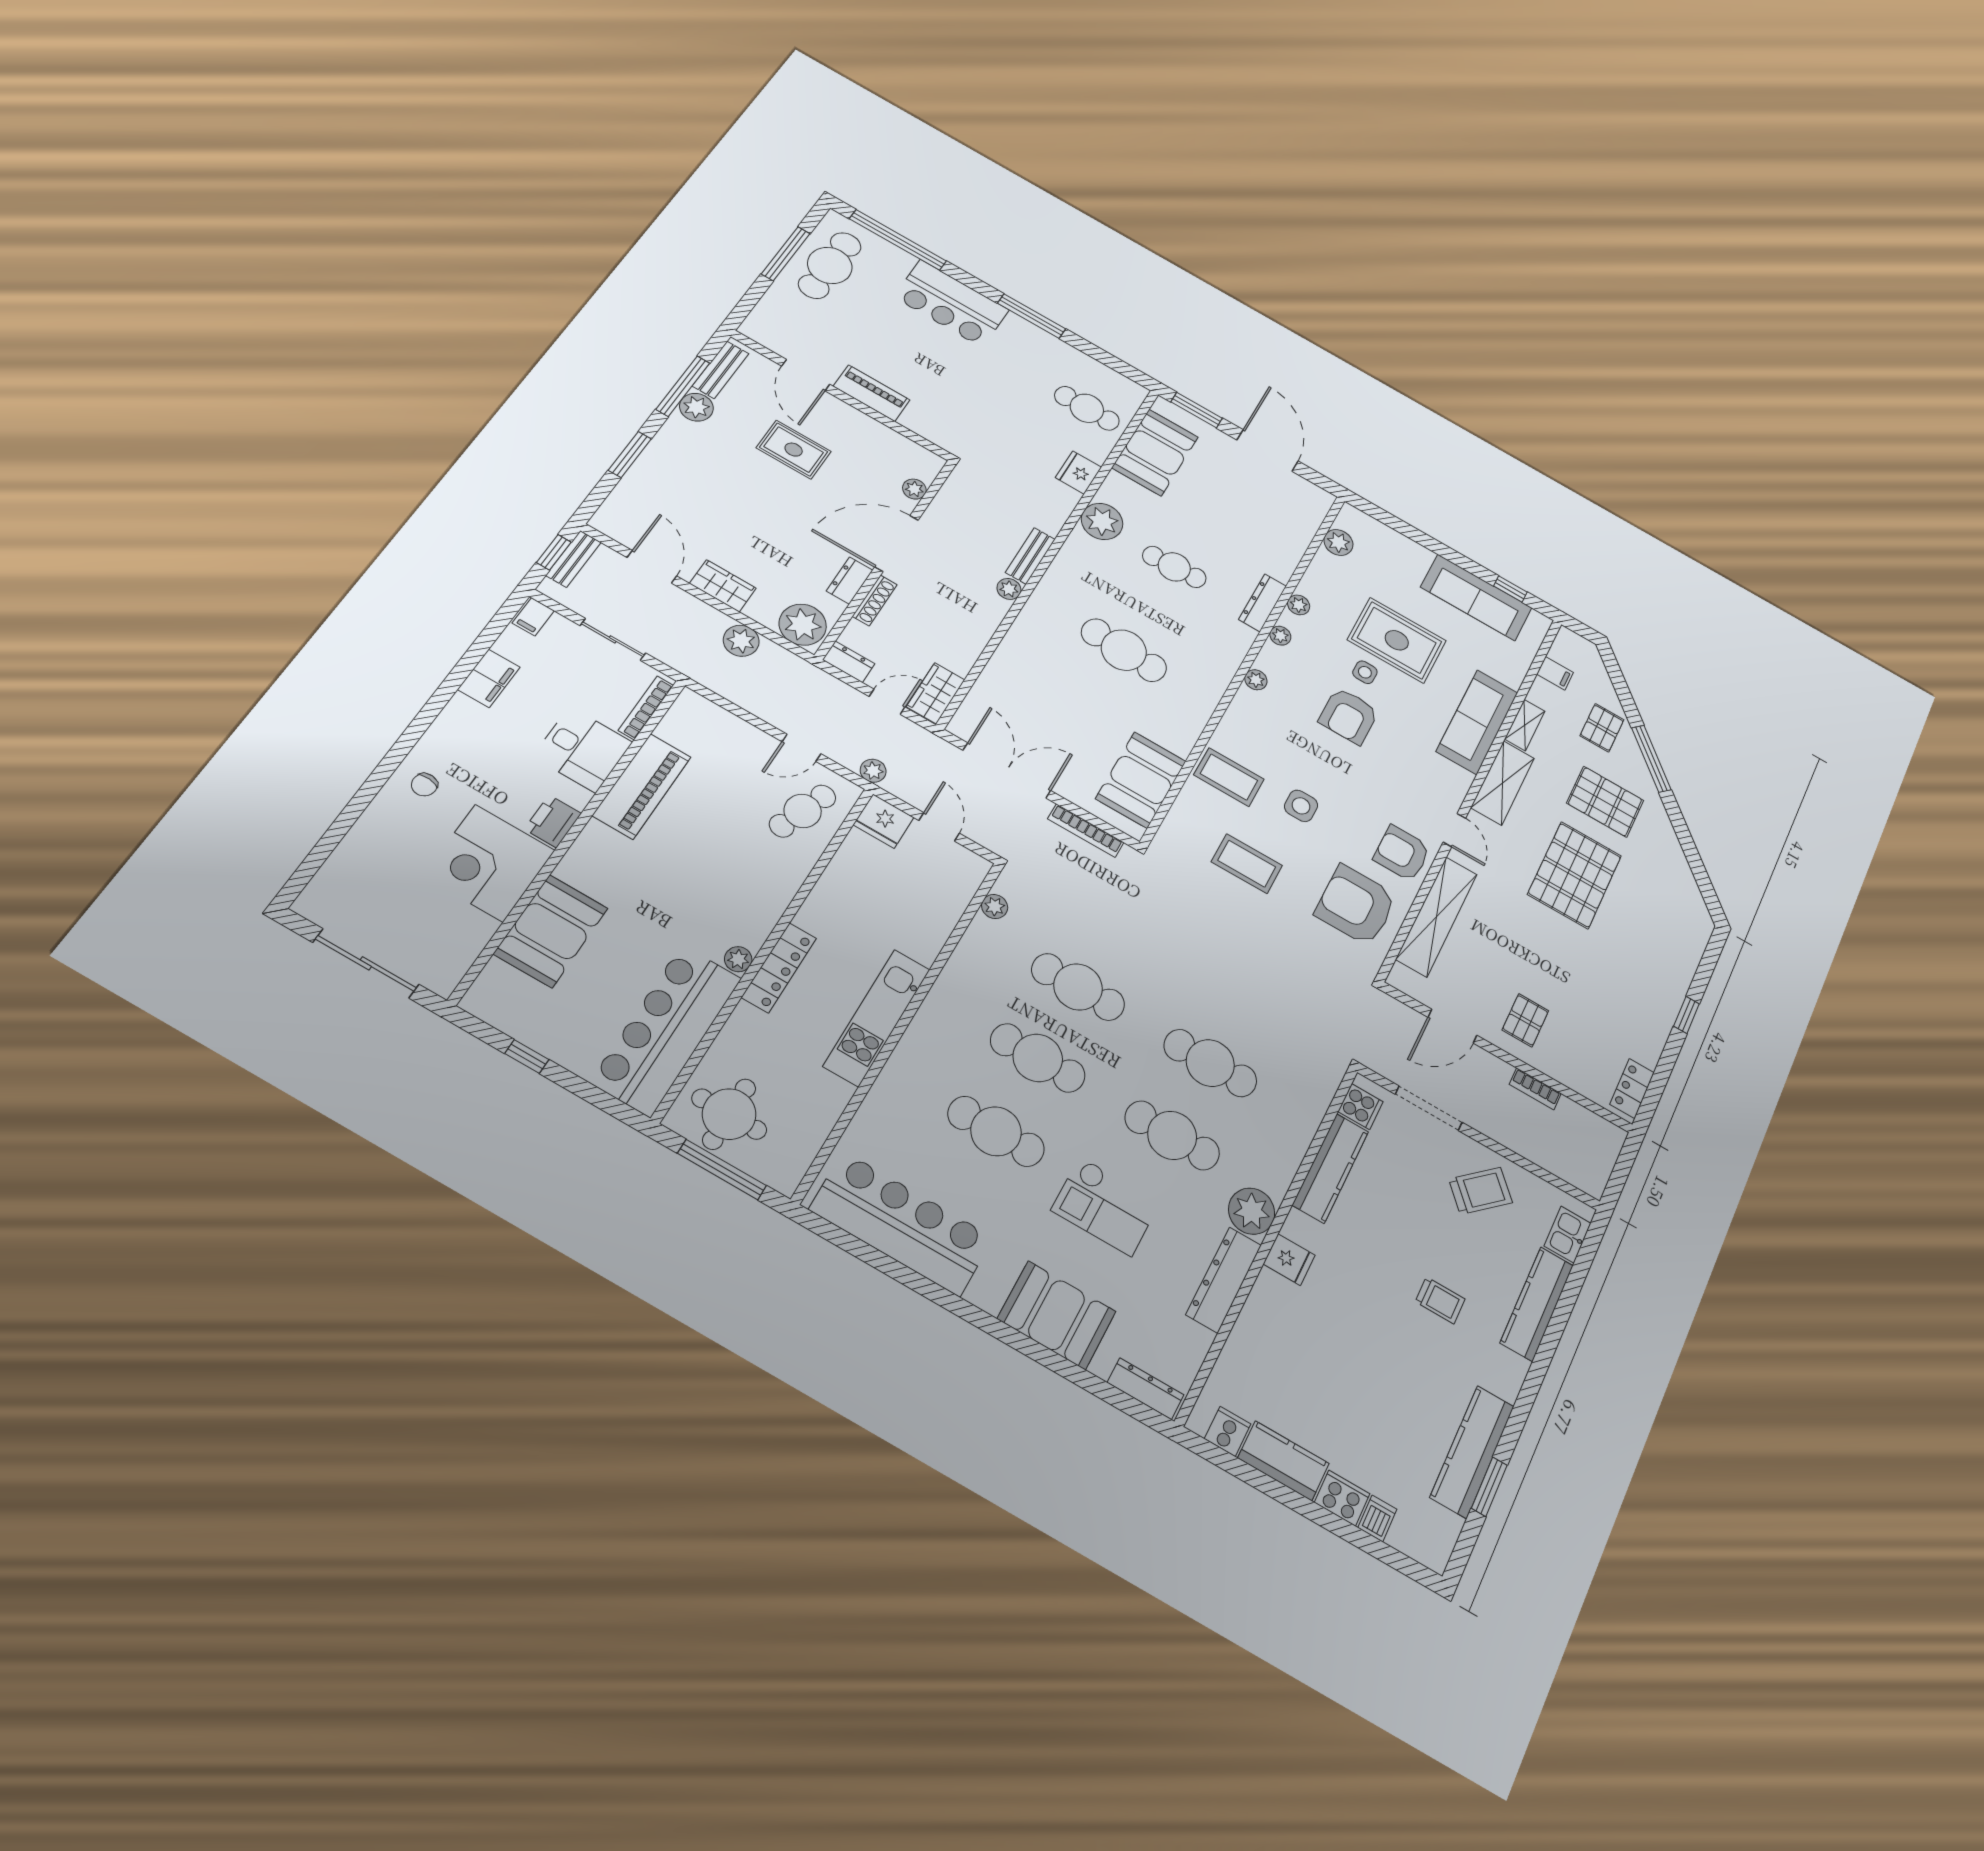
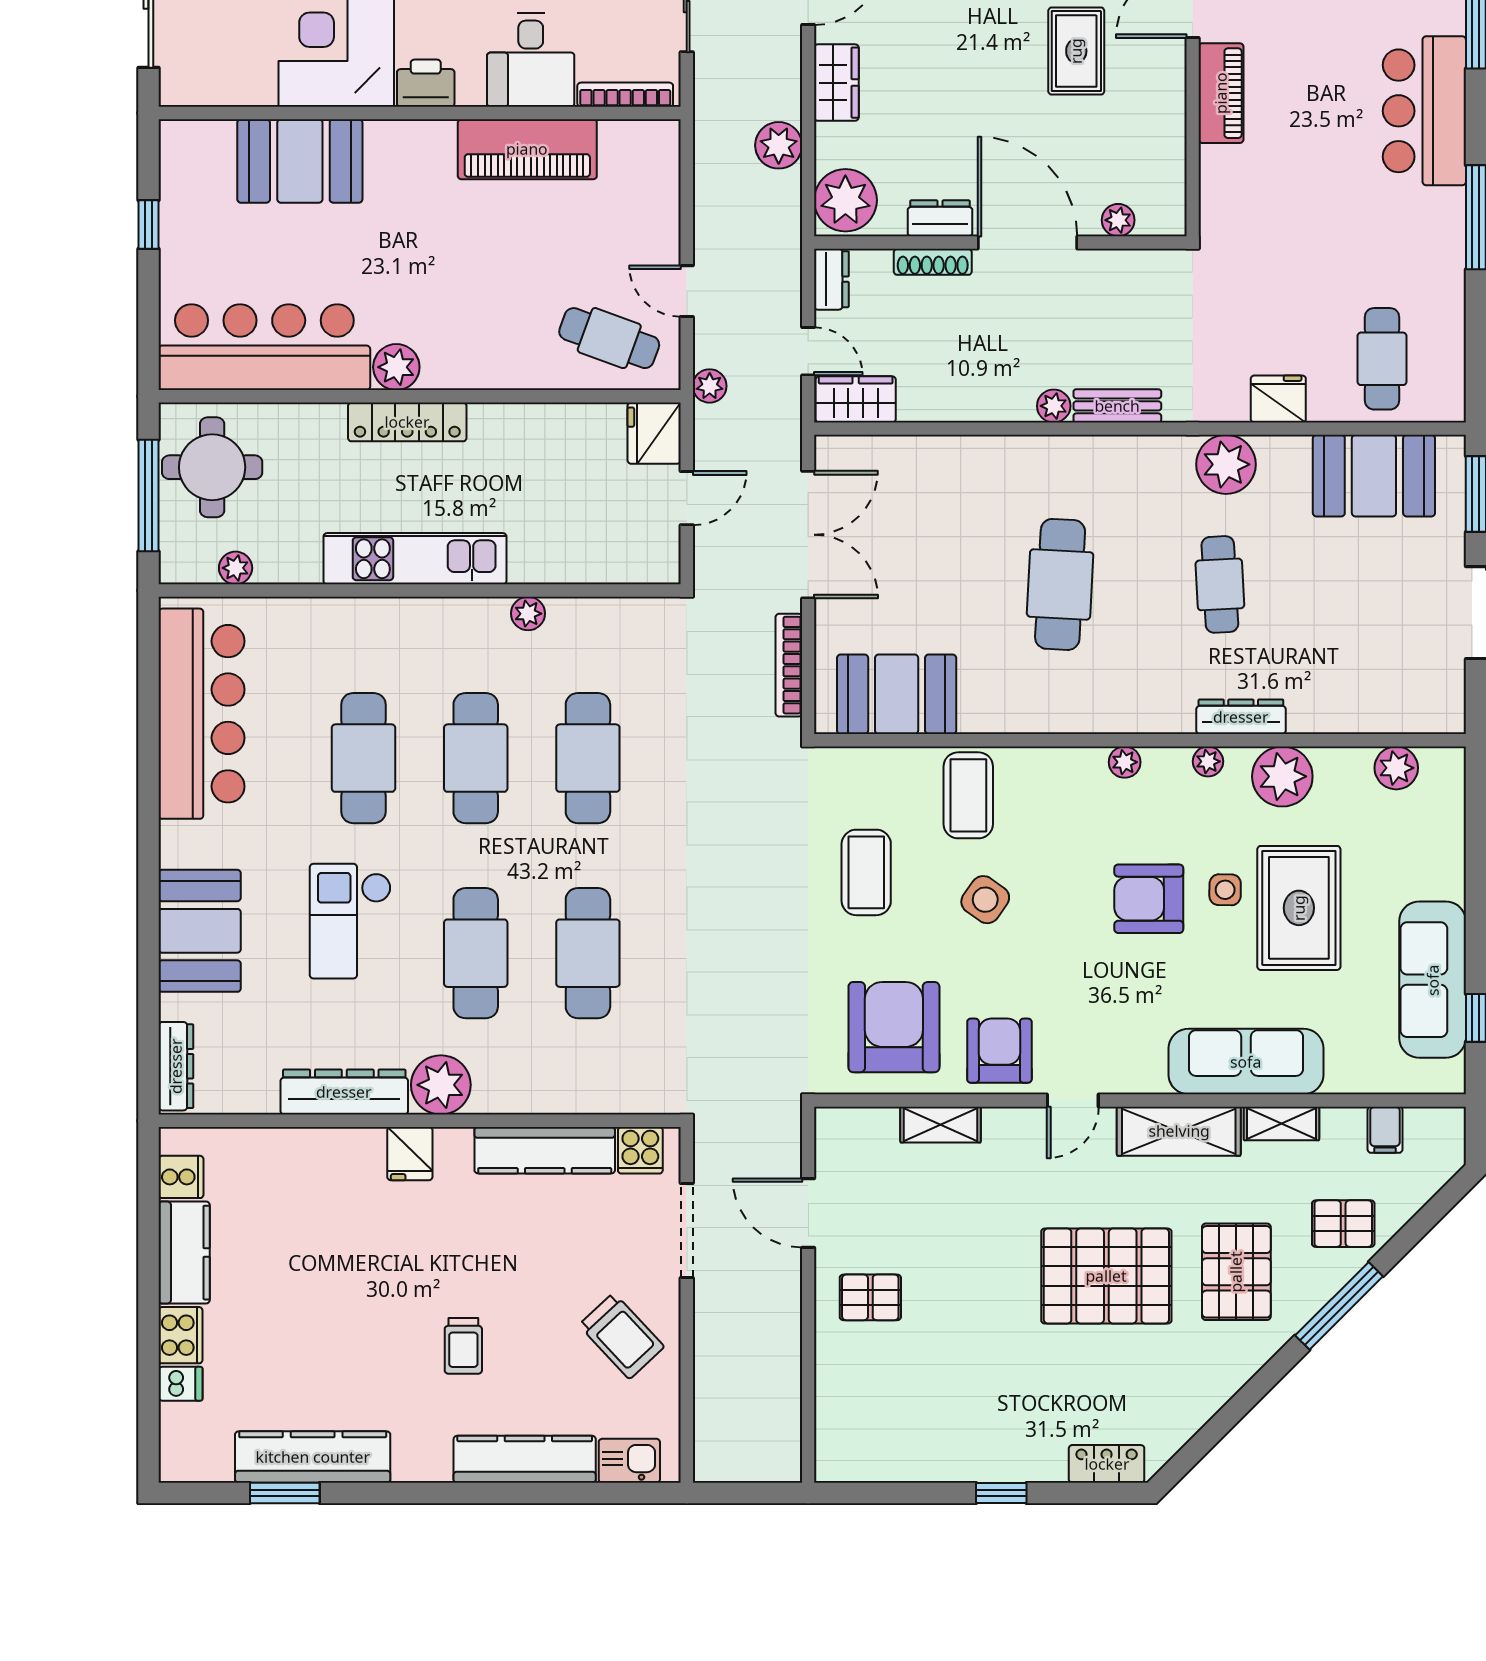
plant: (1299, 605) -> (1282, 776), width x1.87, depth x1.87
side table: (1301, 806) -> (985, 900), turned 35
plant: (995, 907) -> (528, 614), moved
shelving: (1437, 917) -> (941, 1125), width x0.45, depth x0.75
plant: (738, 959) -> (396, 367), width x1.38, depth x1.38
locker: (1632, 1088) -> (1107, 1464), moved
bookcase: (1535, 1089) -> (789, 1347), removed
plant: (811, 1140) -> (236, 568), added

